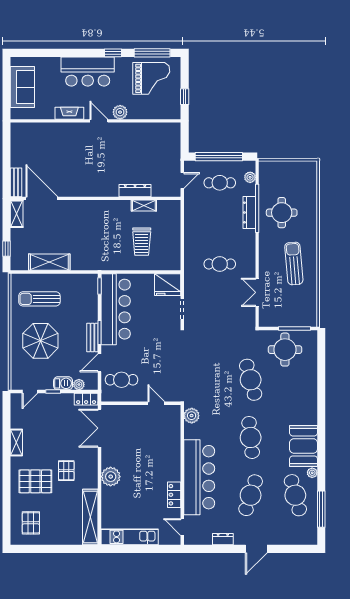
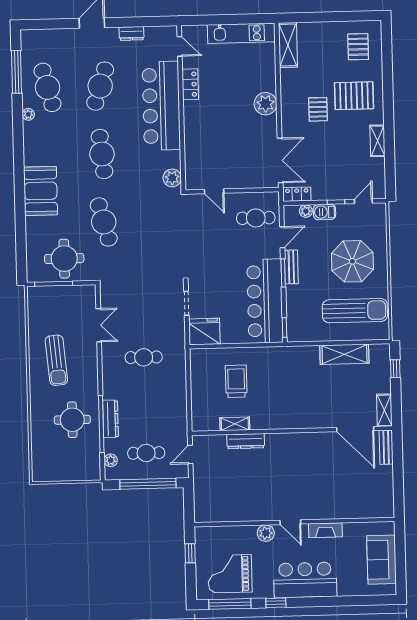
sun lounger: (39, 299) -> (355, 311), width x1.36, depth x1.34
booth: (304, 446) -> (41, 191), moved
shelving: (90, 517) -> (288, 45), width x0.68

